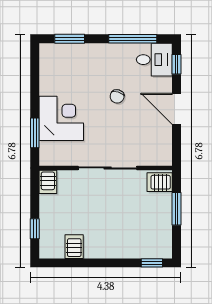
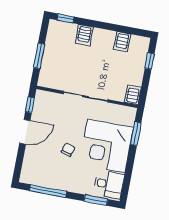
desk: (154, 60) -> (109, 184), moved, turned 180
window: (176, 64) -> (30, 105), moved
door: (176, 109) -> (25, 132), hinge flipped
corner desk: (61, 118) -> (106, 146), width x1.36, depth x1.36
server rack: (160, 182) -> (84, 35), moved, turned 90

